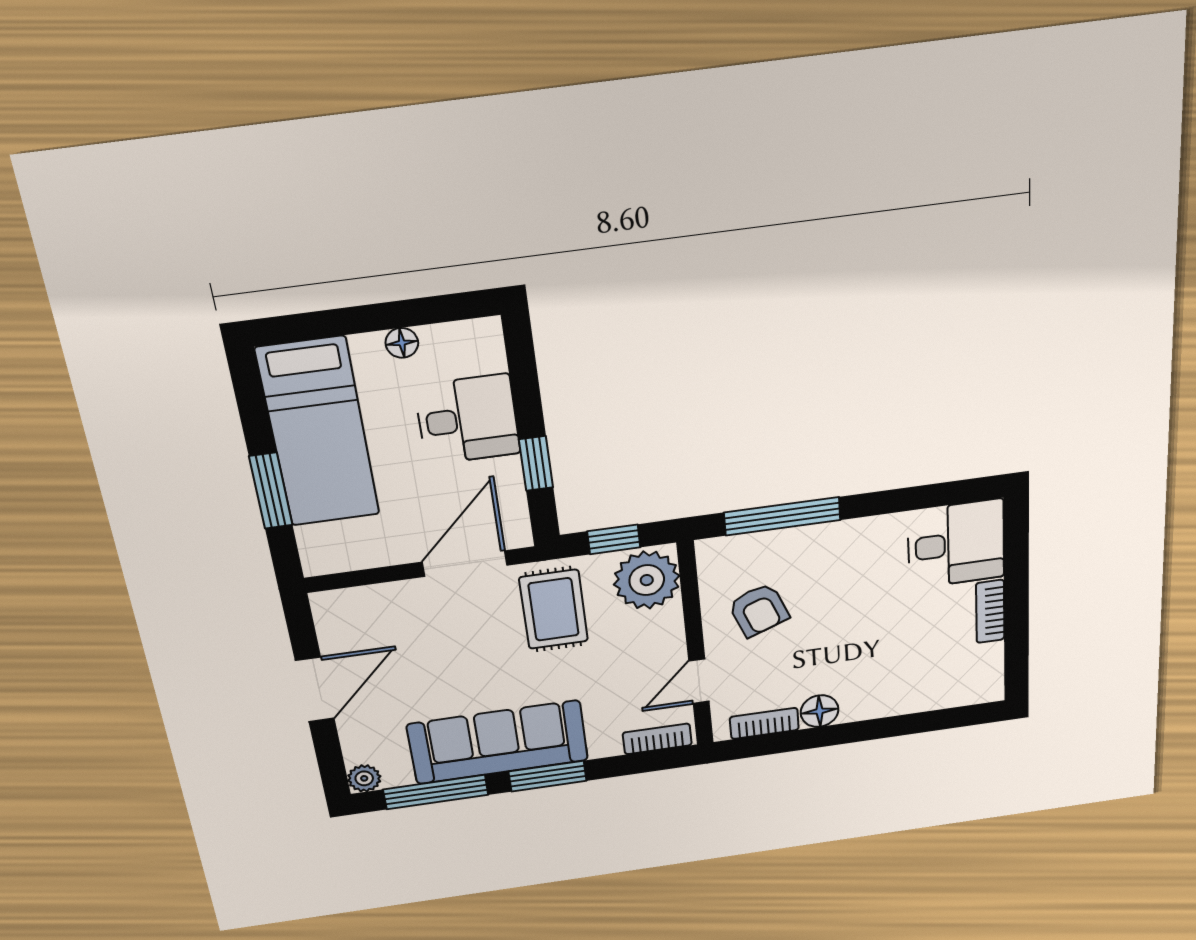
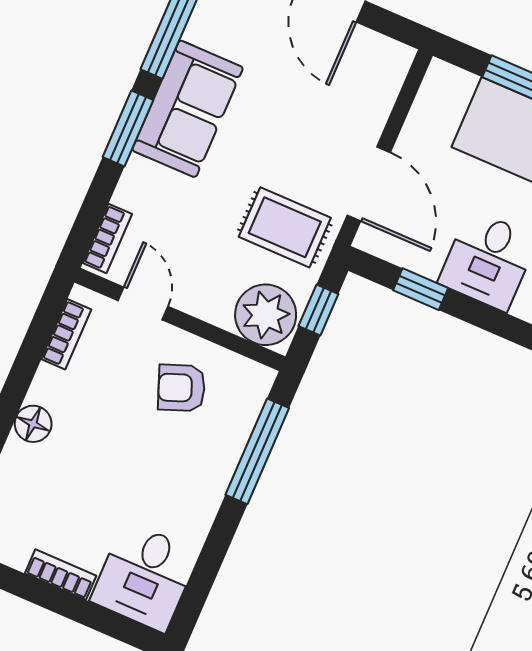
floor lamp: (819, 711) -> (33, 424), moved
sofa: (498, 742) -> (188, 109), width x0.73

